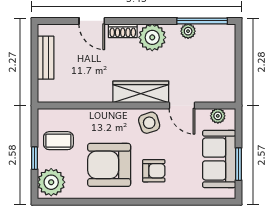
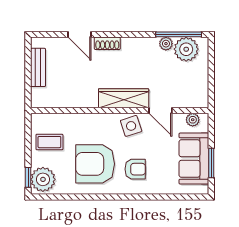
plant: (152, 37) -> (186, 49), moved
window: (35, 158) -> (28, 177), moved

